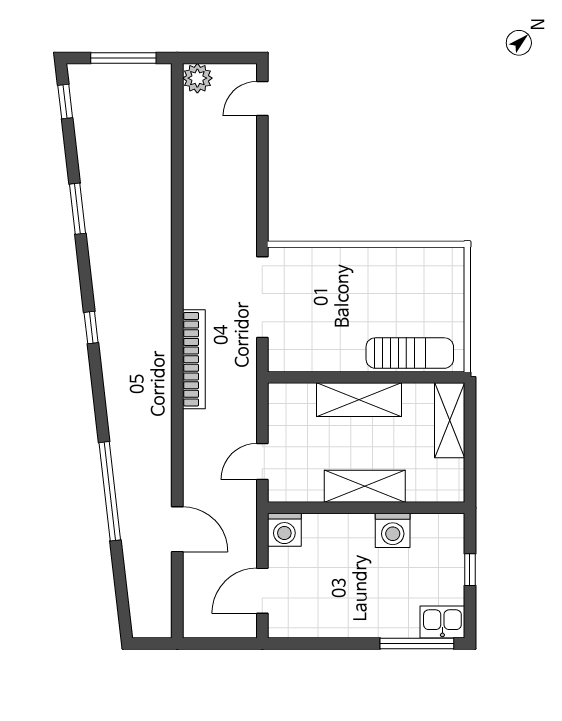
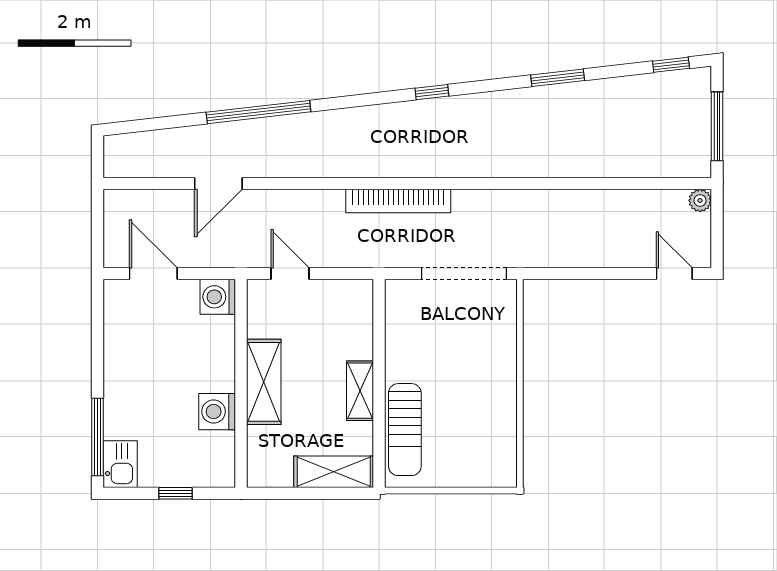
plant: (197, 78) -> (700, 200), width x0.73, depth x0.73
shelving: (359, 400) -> (360, 391), width x0.67, depth x0.75

